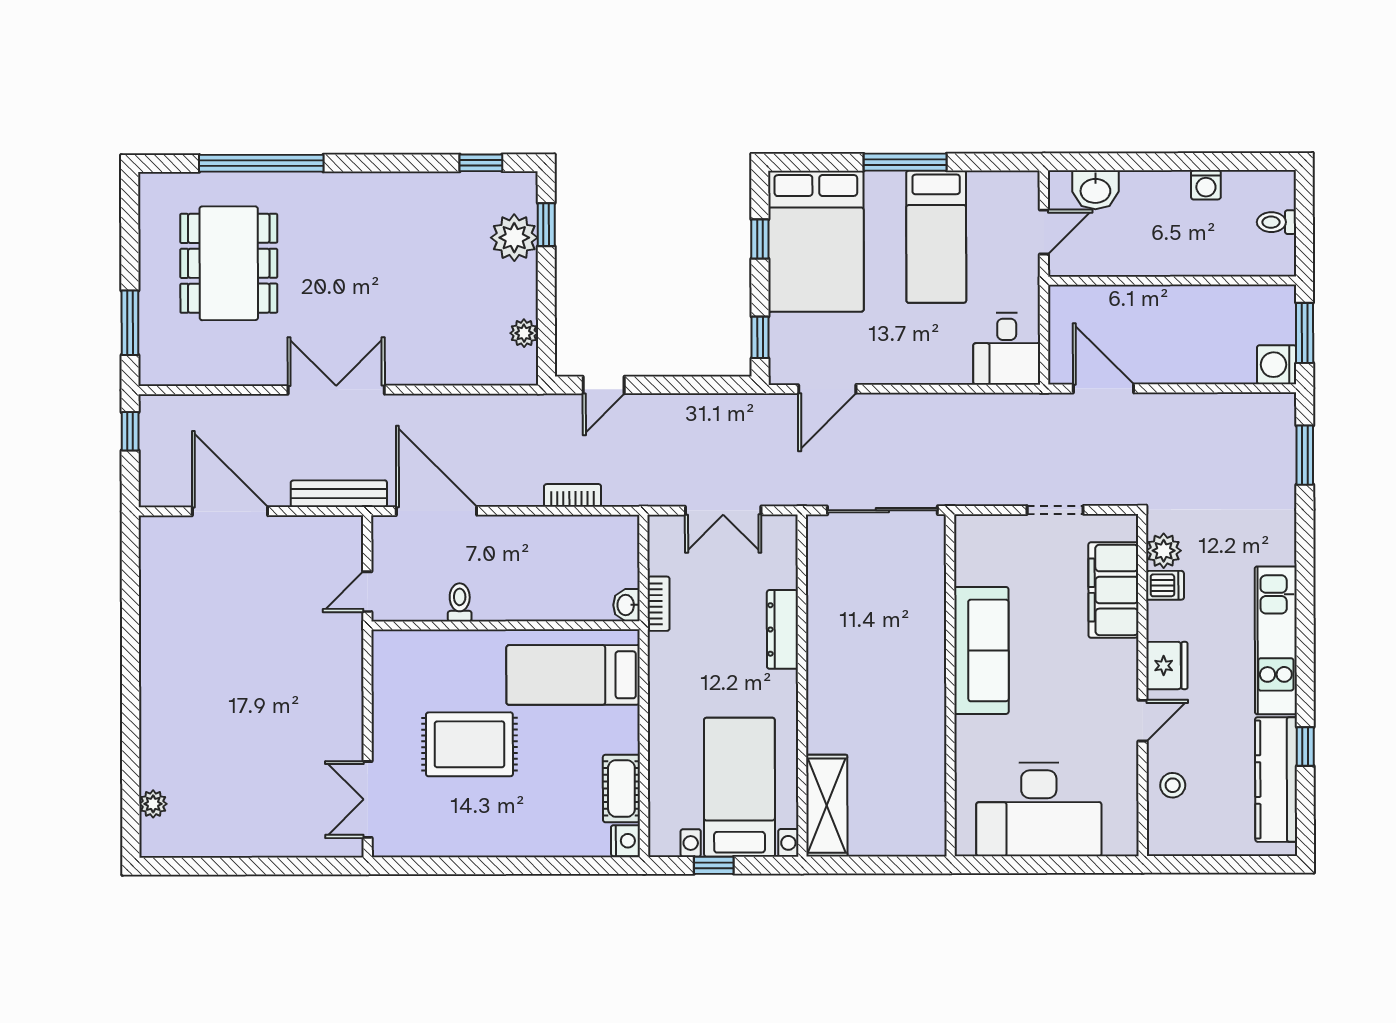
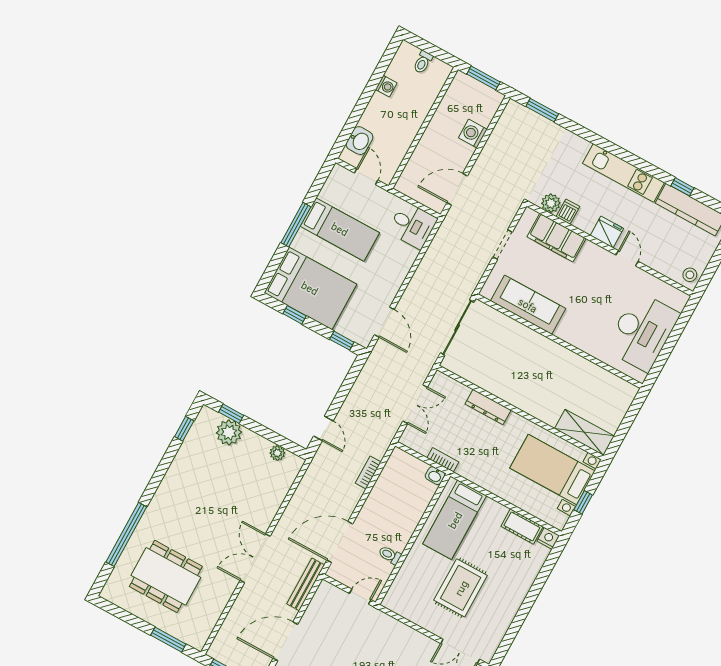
washing machine: (1277, 365) -> (473, 134), moved, turned 90
door: (367, 592) -> (360, 597), swing flipped
sofa: (981, 650) -> (528, 305), moved
stool: (1173, 785) -> (690, 275), moved

